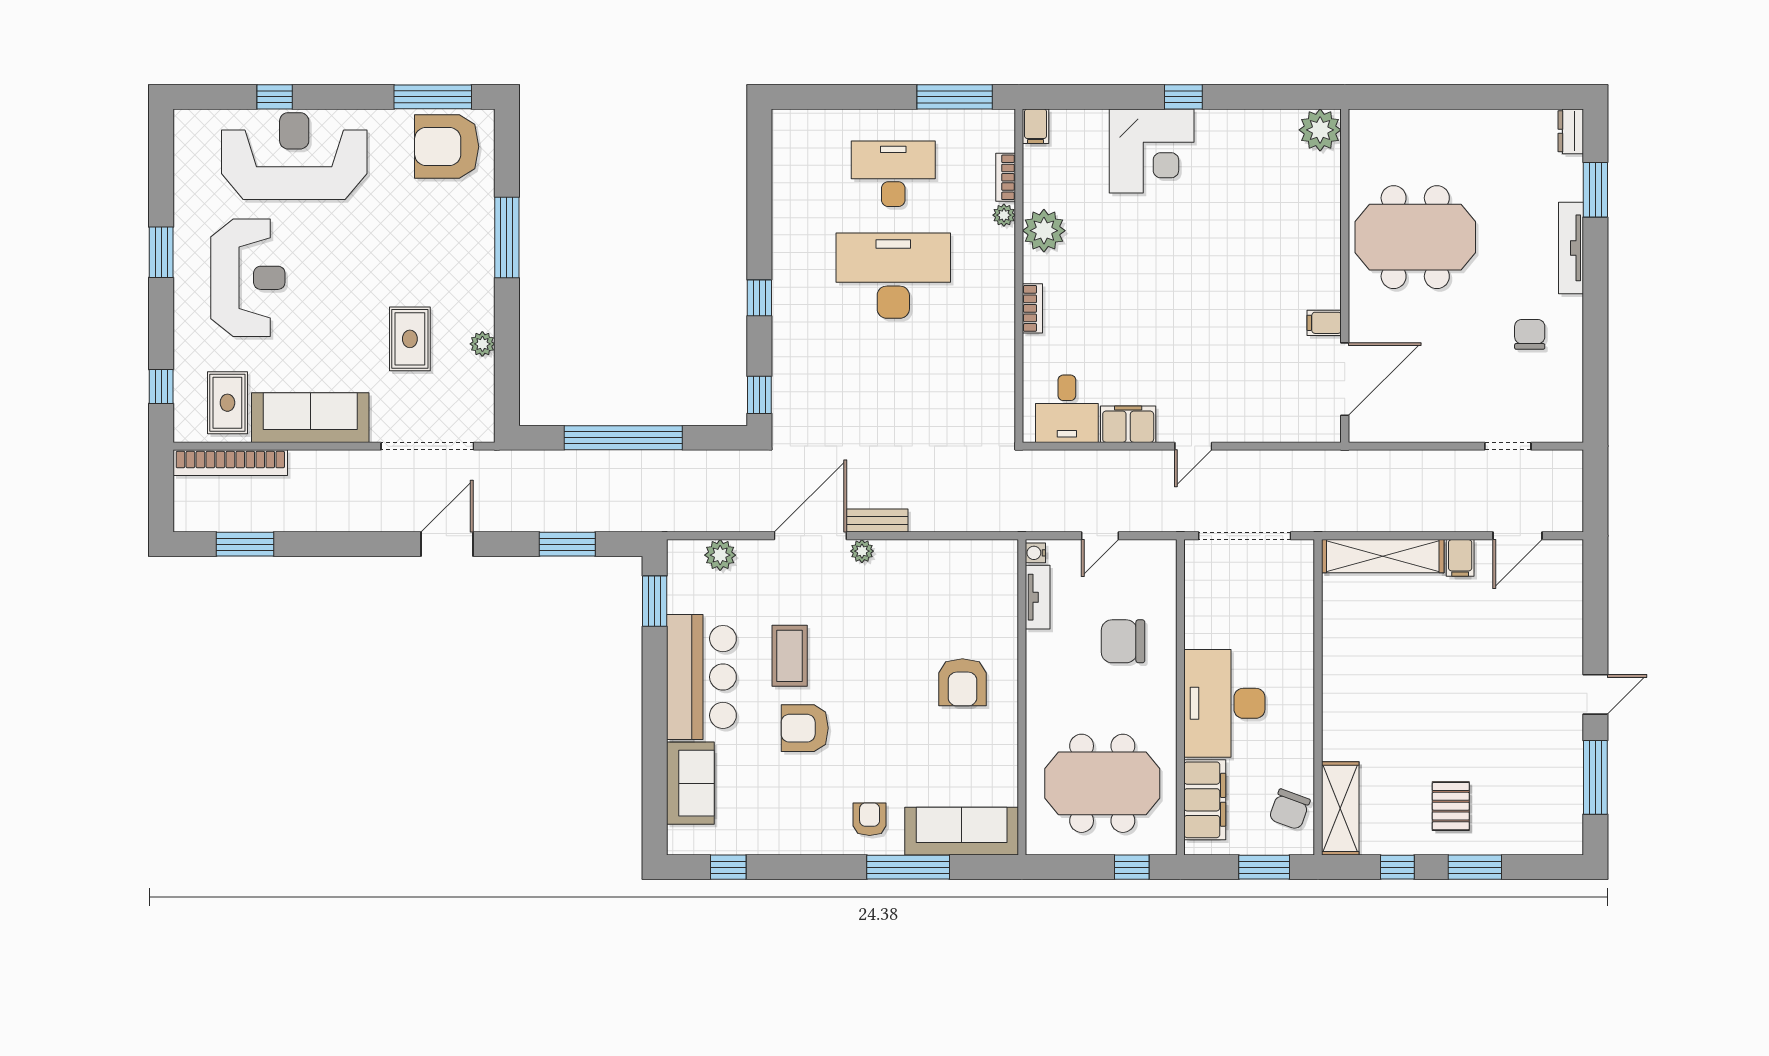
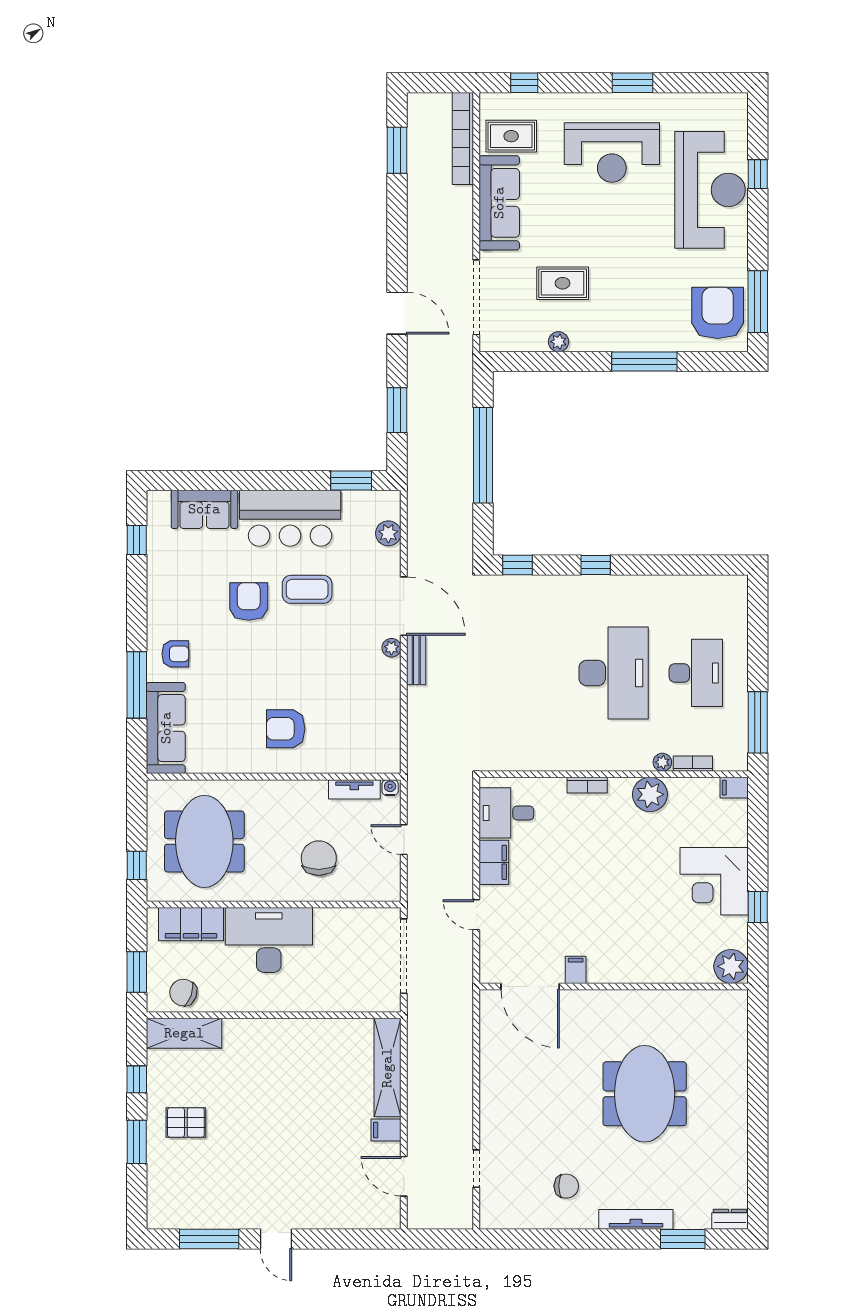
plant: (1320, 130) -> (731, 966), moved
wall: (1345, 276) -> (614, 986), moved
filing cabinet: (1324, 323) -> (576, 970), moved
door: (1345, 379) -> (530, 986), moved

